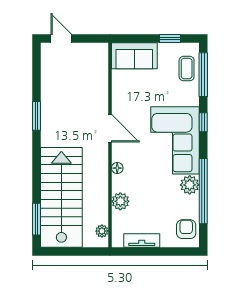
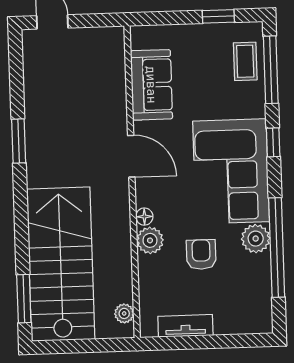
sofa: (134, 56) -> (151, 85), moved, turned -90
plant: (120, 201) -> (150, 240), moved
armchair: (186, 229) -> (201, 254), moved

